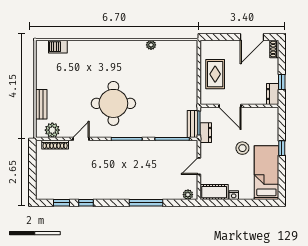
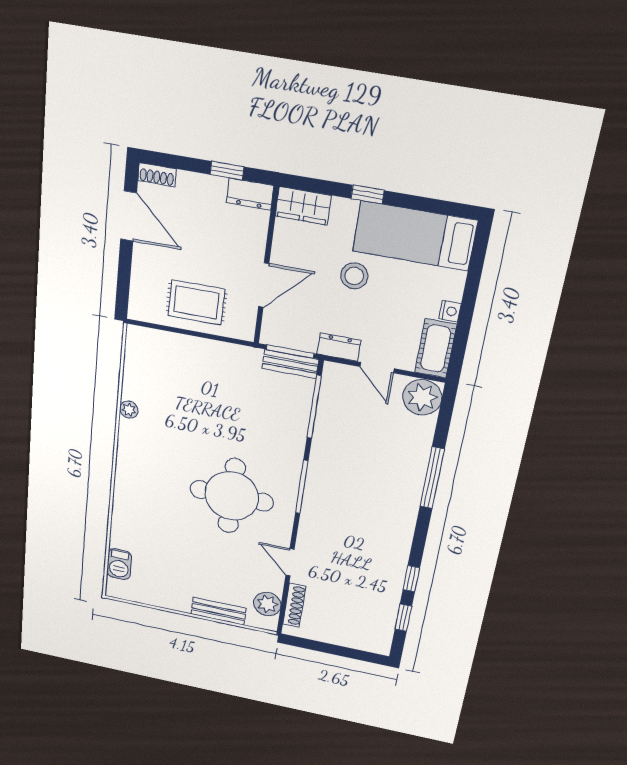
wardrobe: (271, 119) -> (303, 206), added
dresser: (206, 133) -> (339, 347), moved
plant: (188, 195) -> (422, 397), width x1.88, depth x1.88

